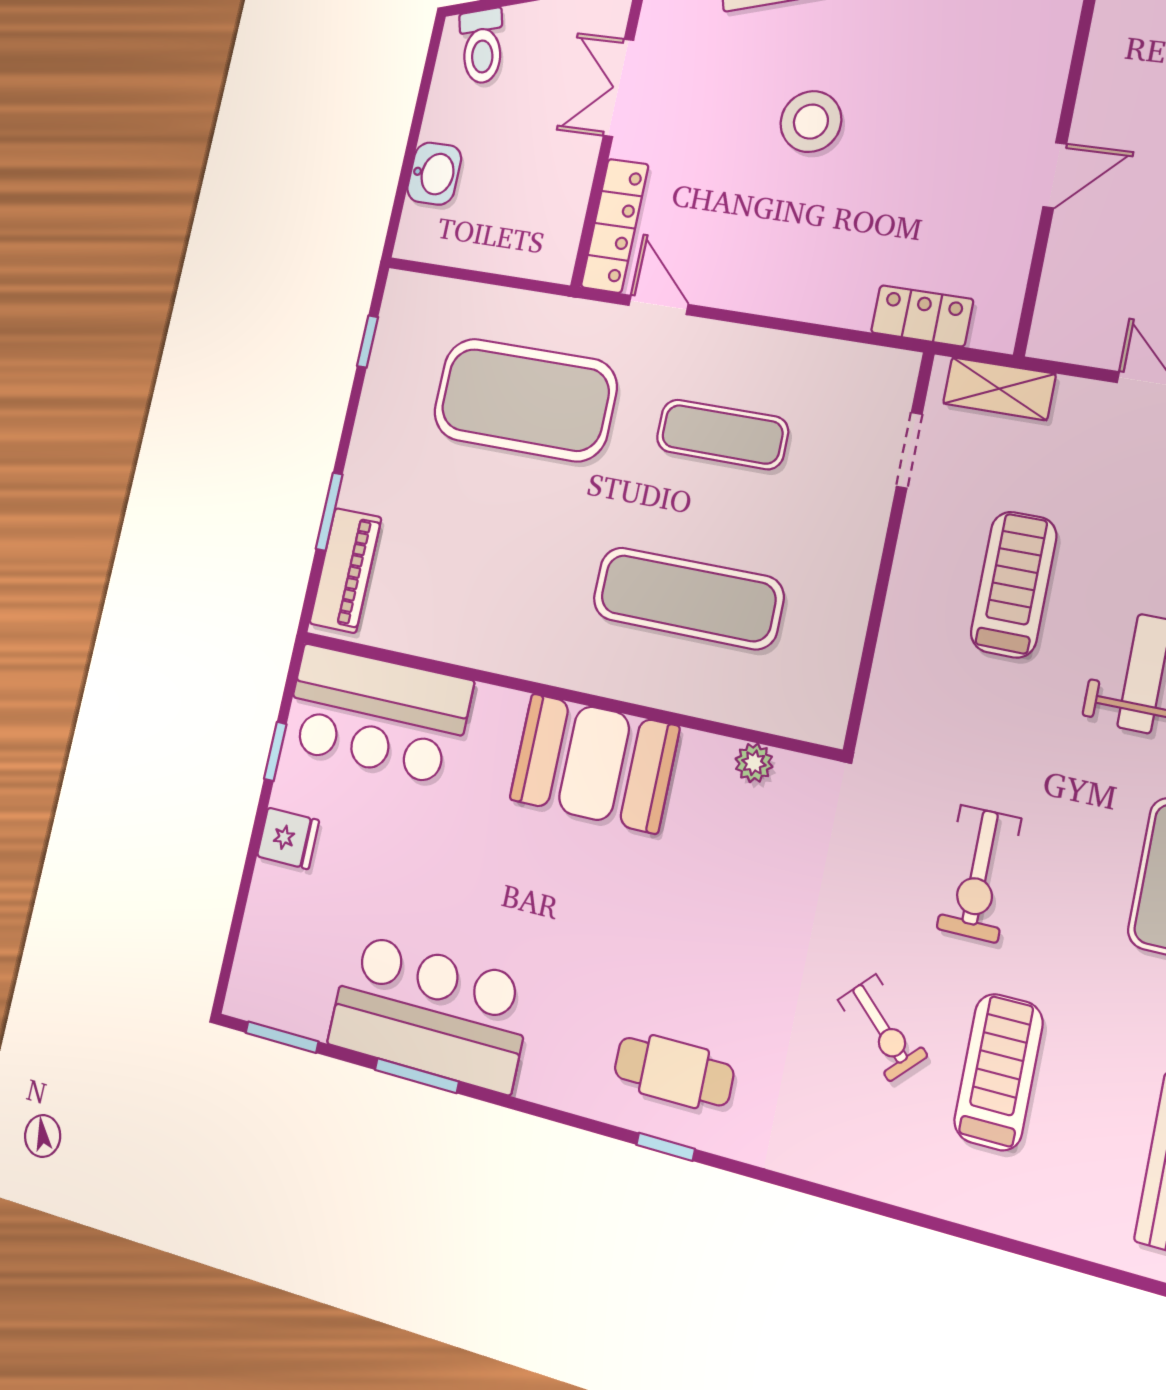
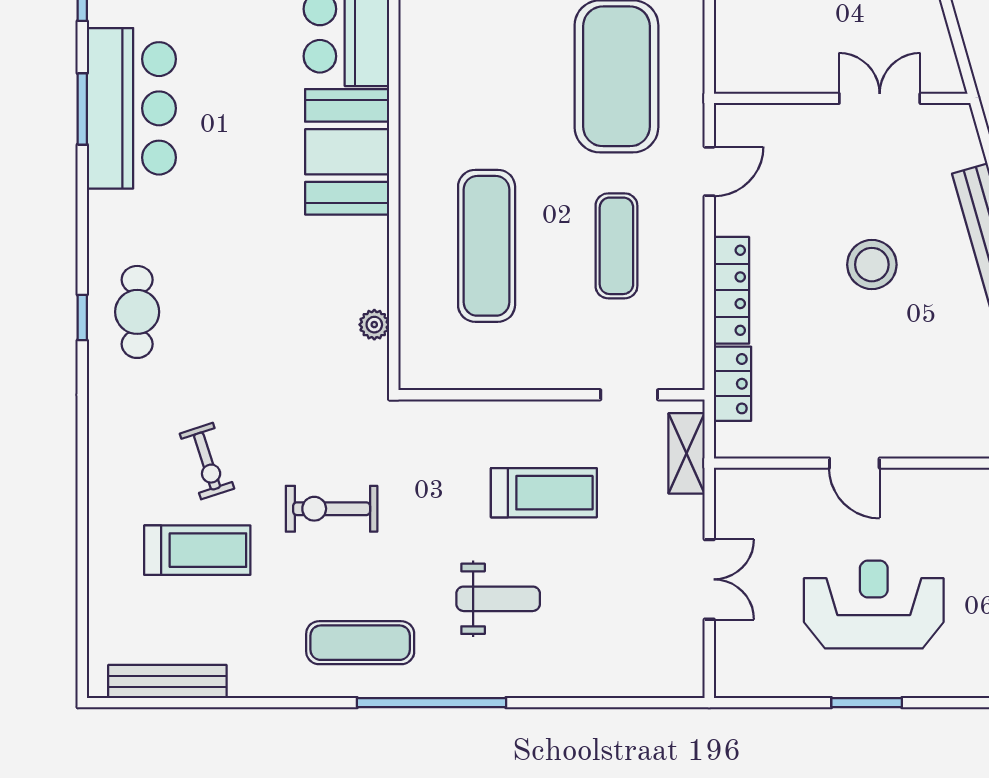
locker: (615, 226) -> (731, 290), moved, turned -90
booth: (594, 763) -> (347, 152), moved
exercise bike: (883, 1028) -> (207, 461), turned -62

